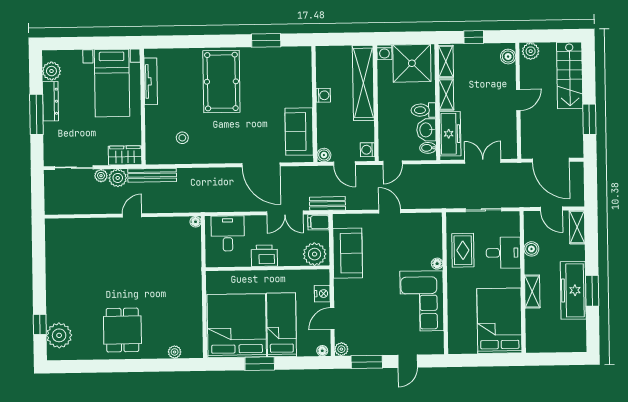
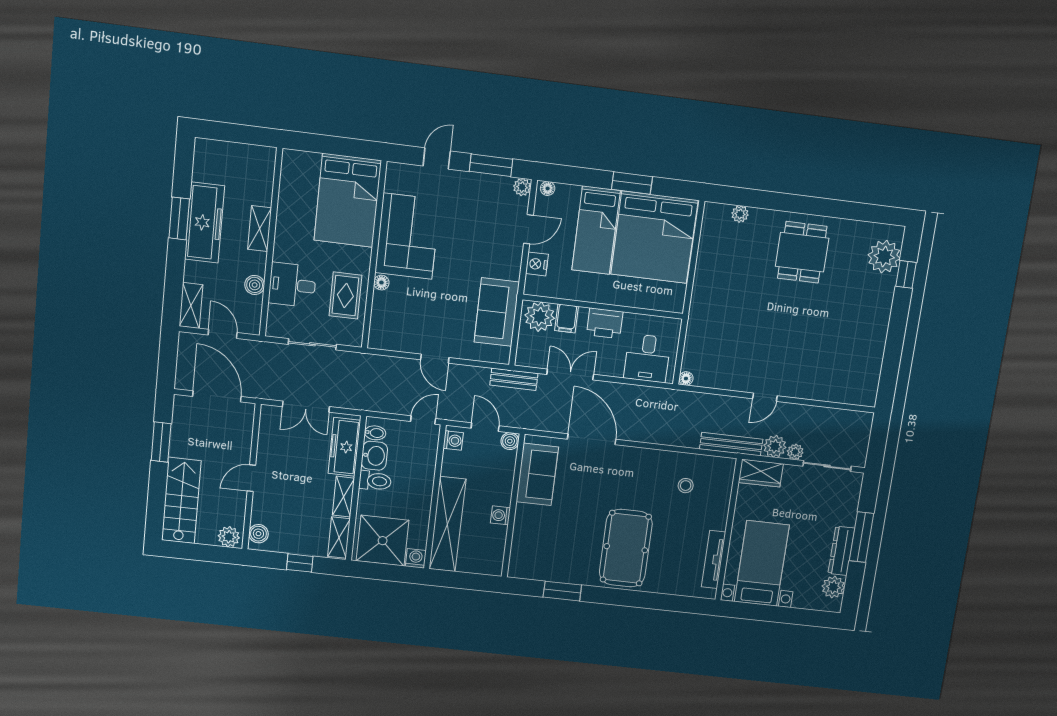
filing cabinet: (318, 222) -> (567, 318), moved, turned 90
bed: (499, 321) -> (348, 200), moved

